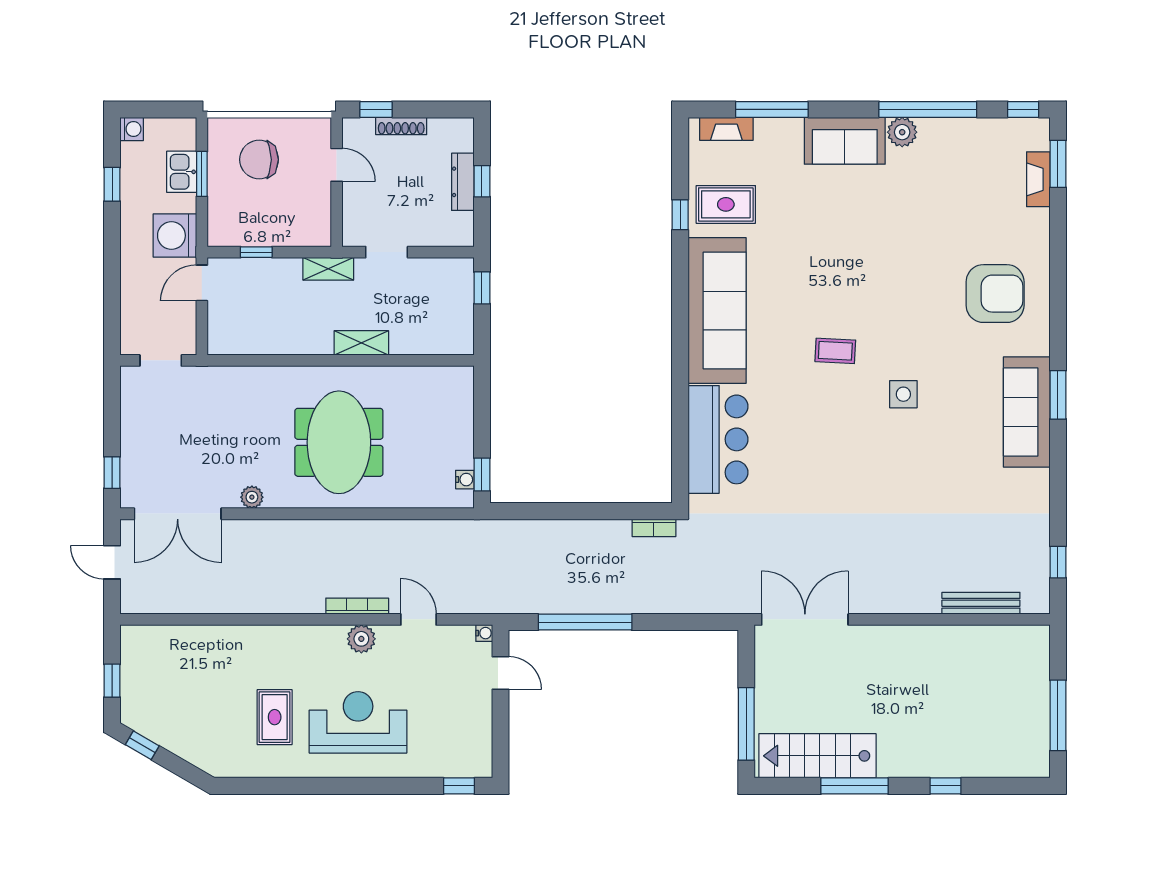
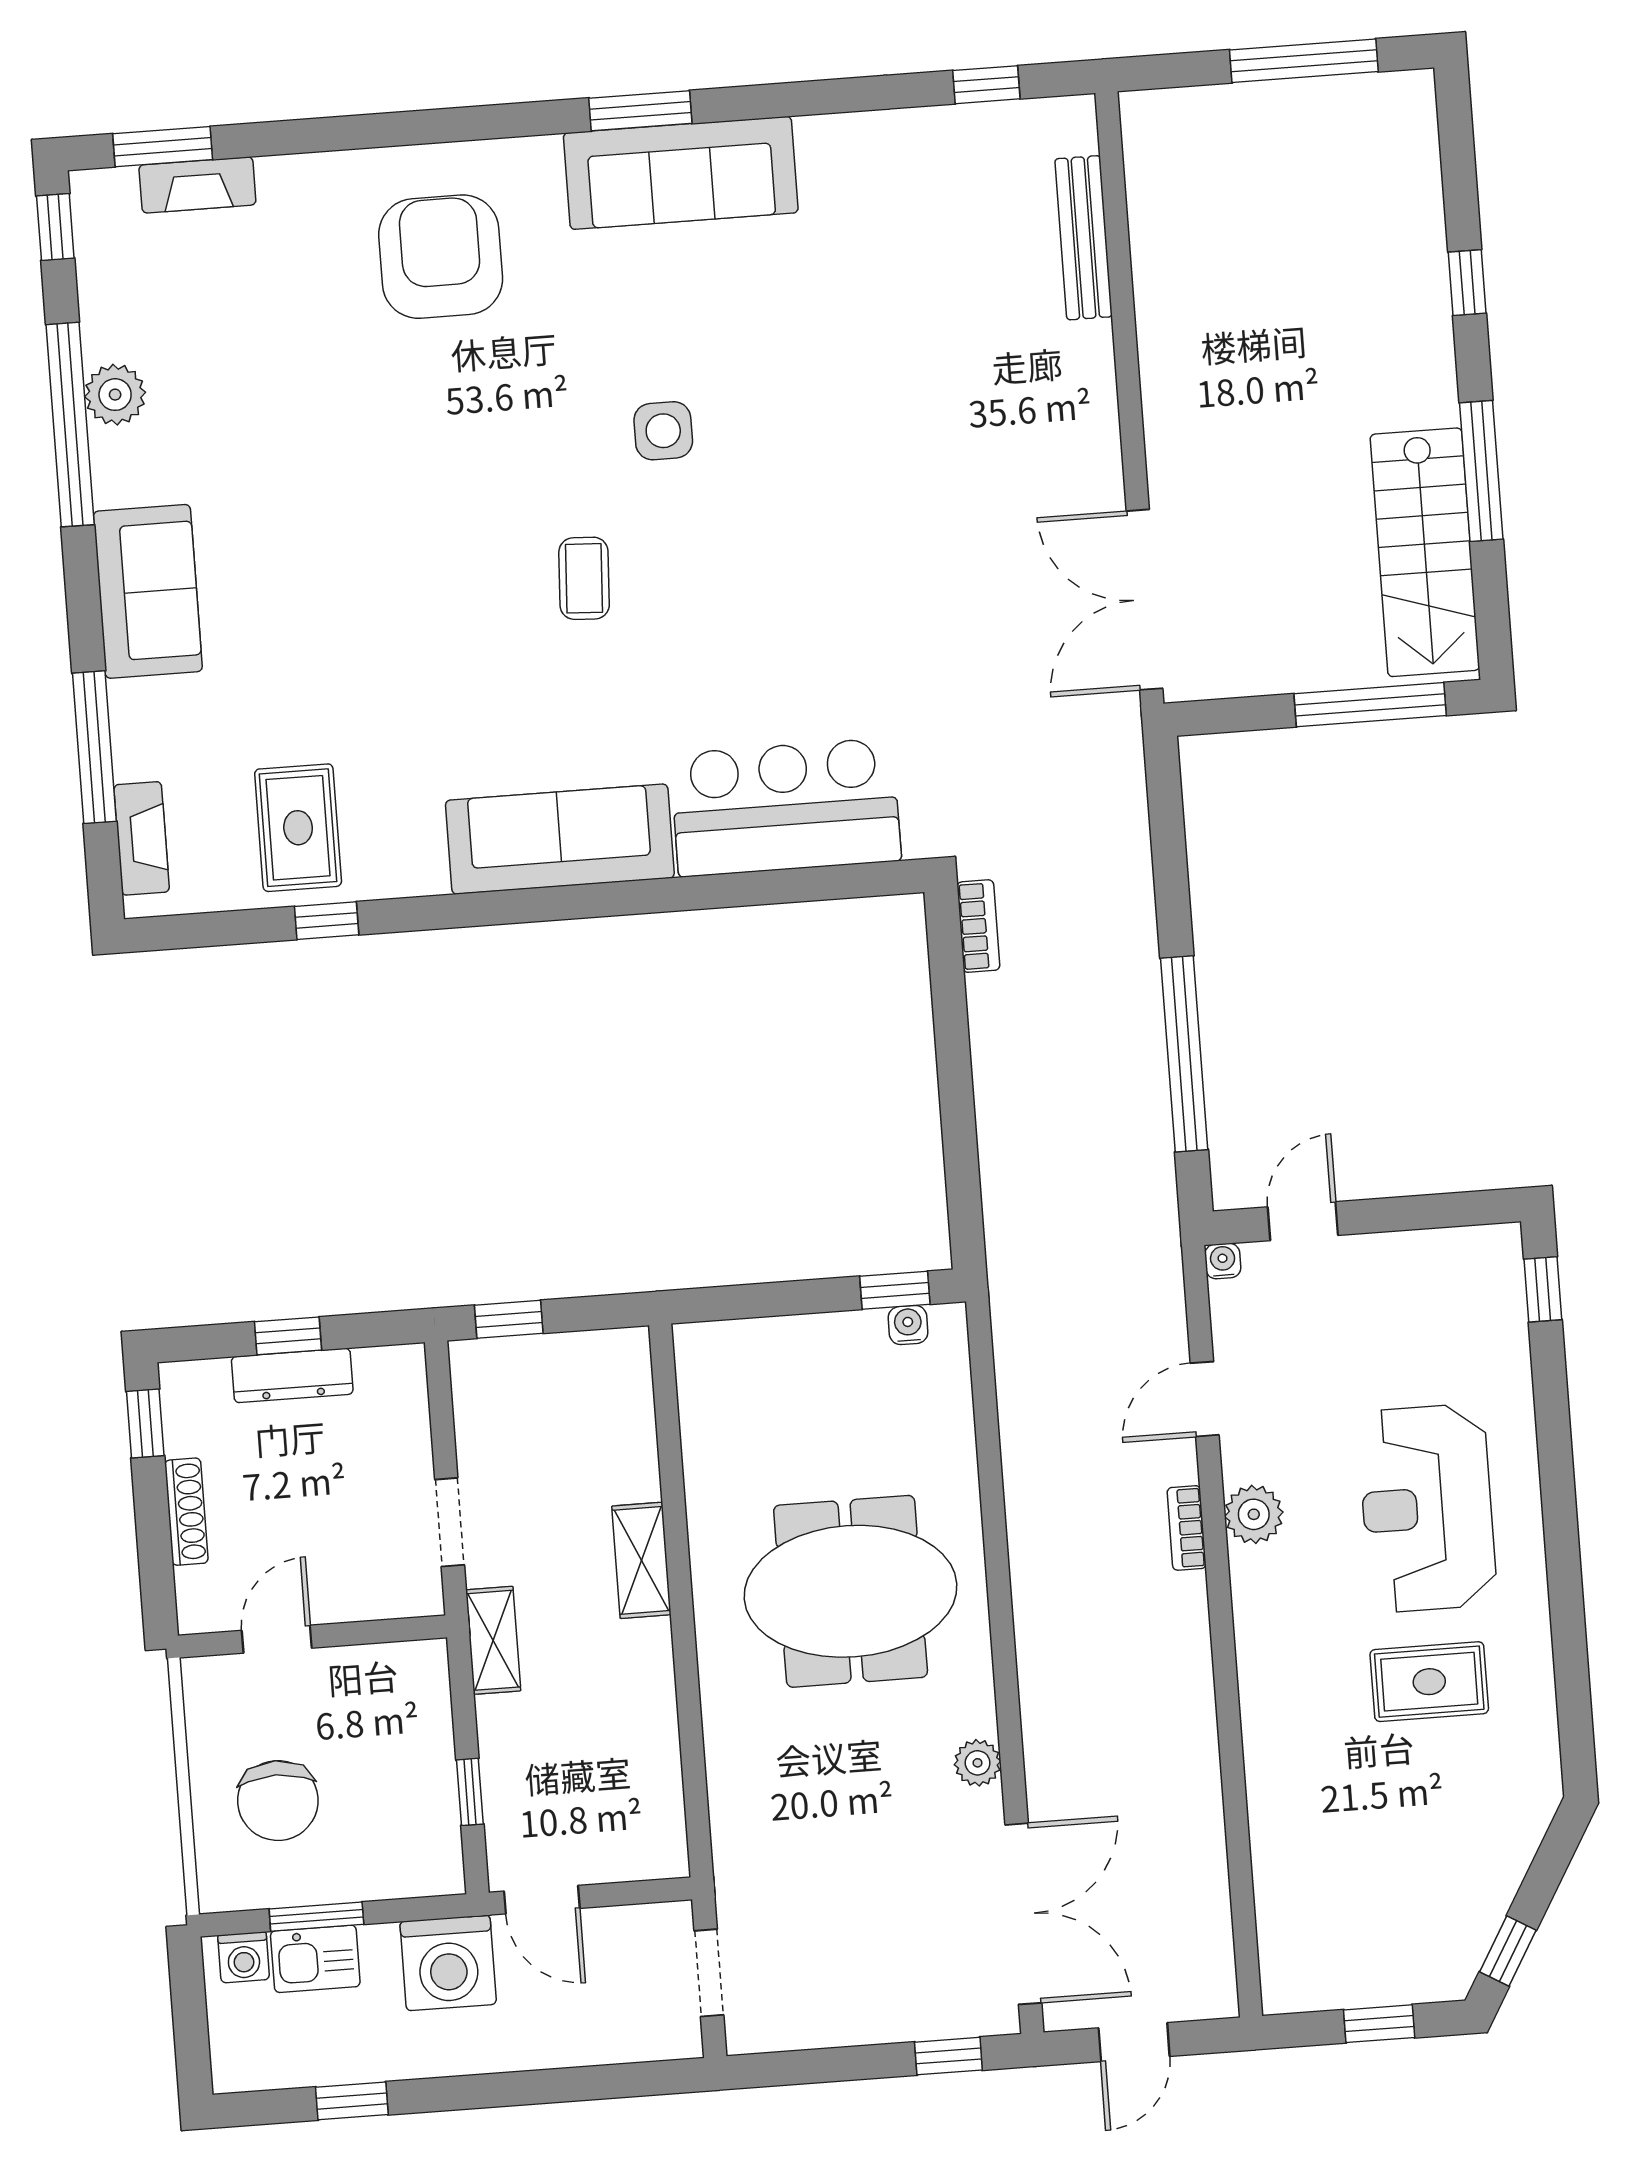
window: (376, 109) -> (145, 1423), moved
washing machine: (132, 129) -> (244, 1957), moved, turned 180
plant: (902, 132) -> (115, 395), moved
sofa: (717, 310) -> (560, 839), width x0.74, depth x0.79
bookcase: (357, 606) -> (1187, 1528), width x0.64

